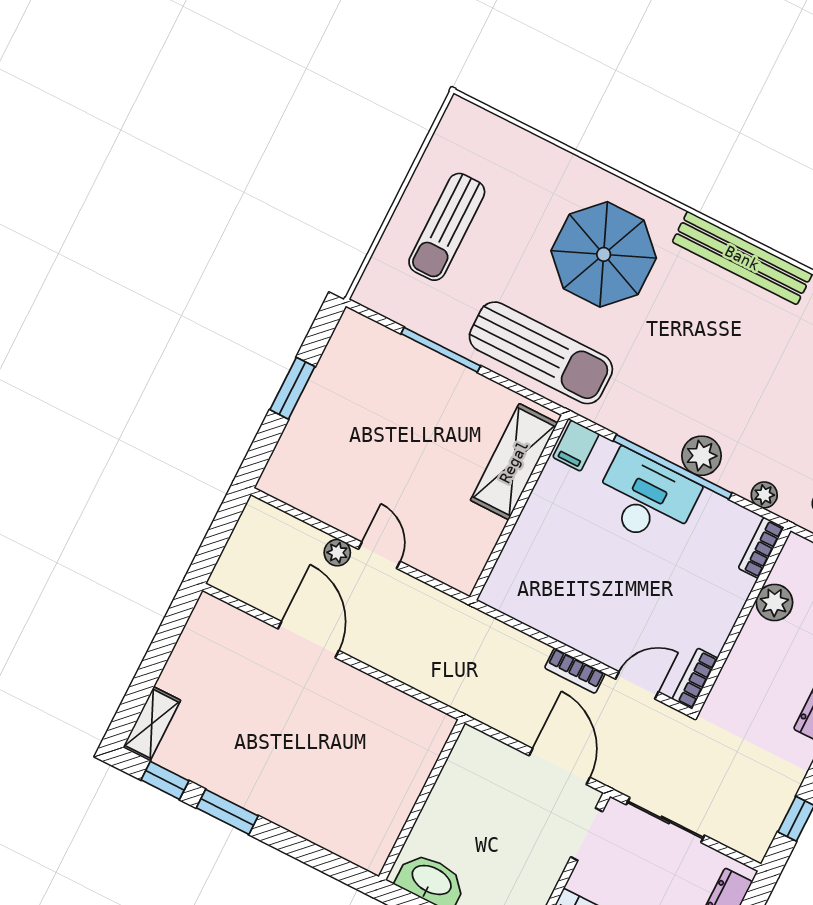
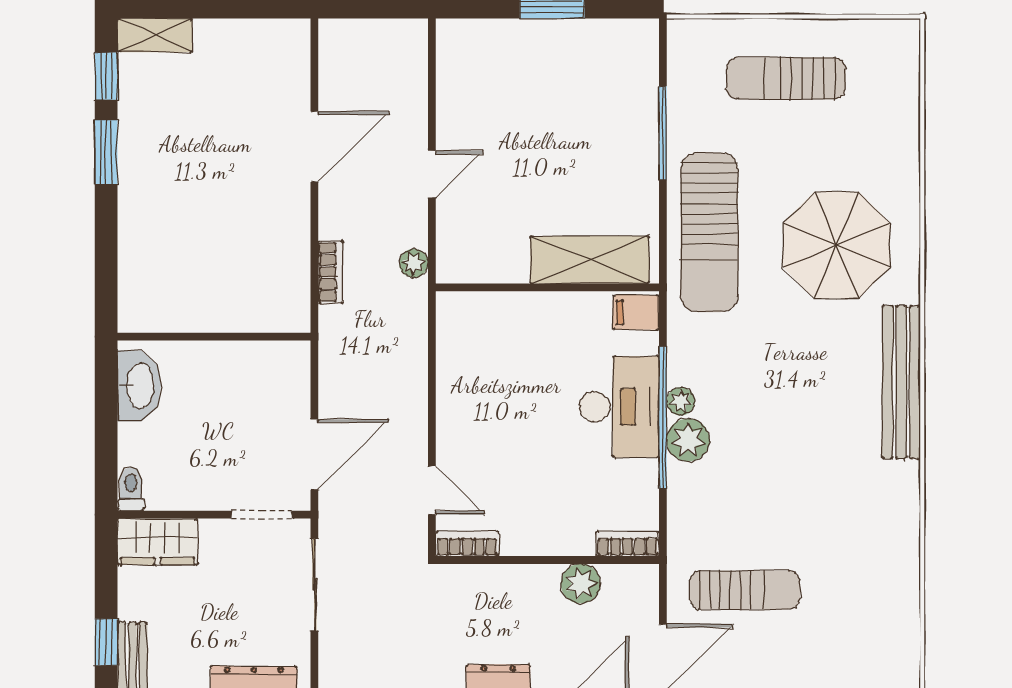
plant: (764, 495) -> (681, 401), moved
plant: (337, 553) -> (414, 263), moved
bookcase: (575, 671) -> (331, 272), moved, turned 180

